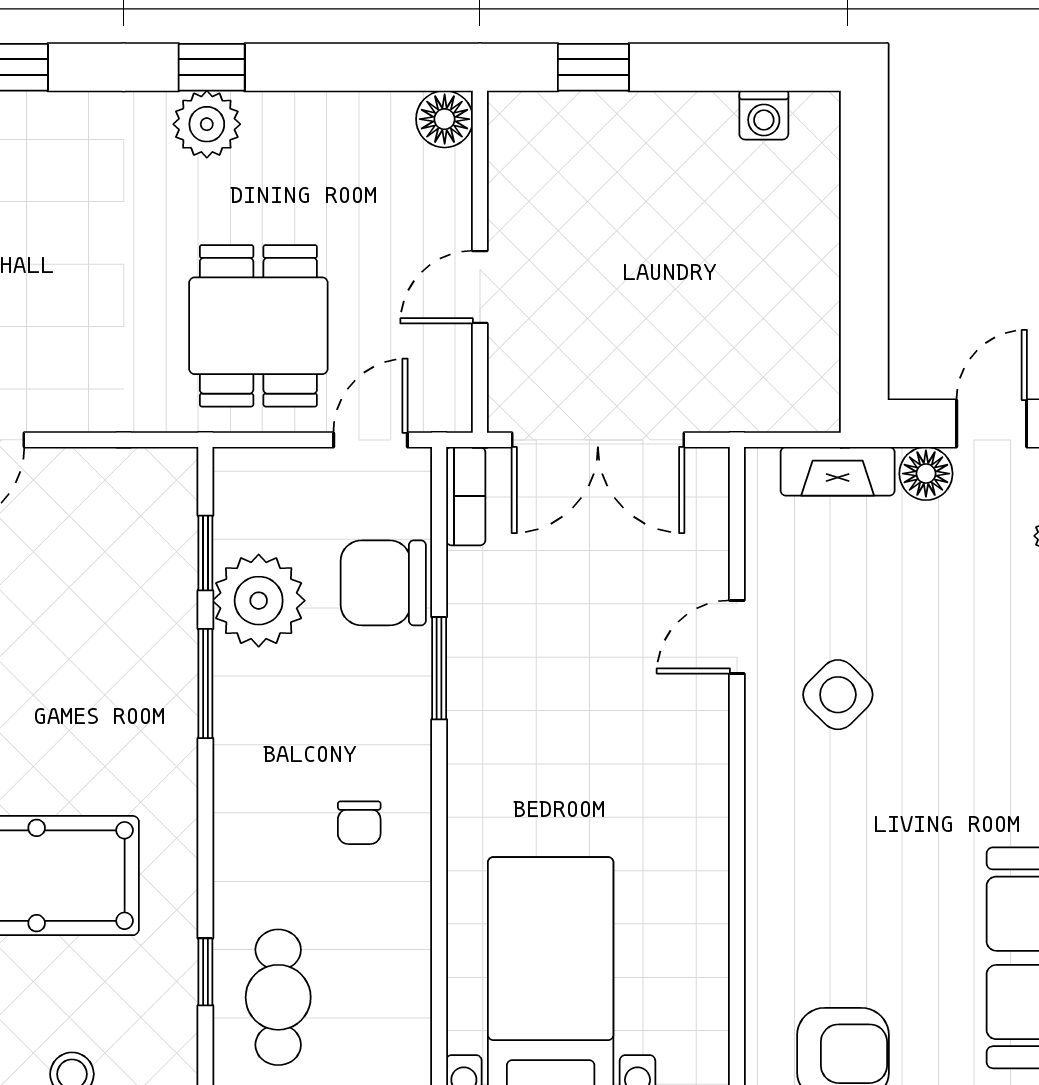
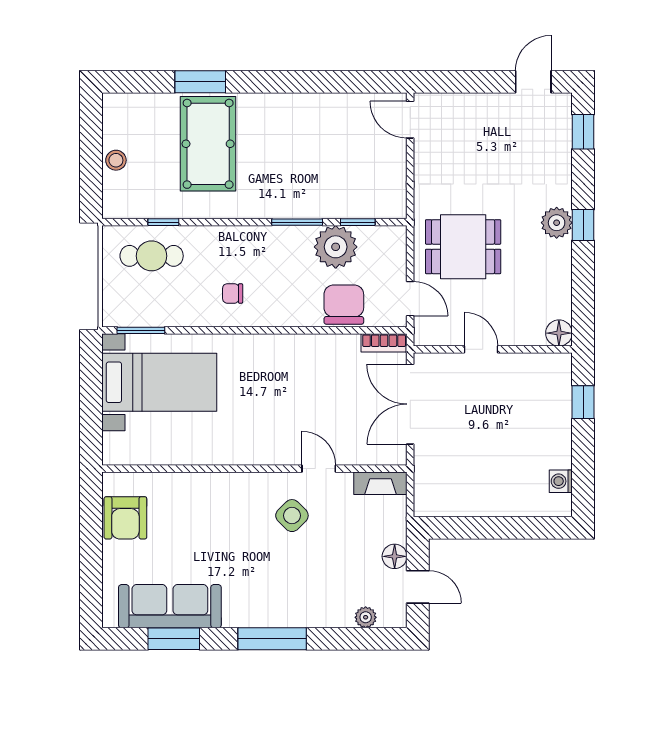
fireplace: (838, 471) -> (380, 483), moved, turned -90
window: (439, 668) -> (141, 330), moved

